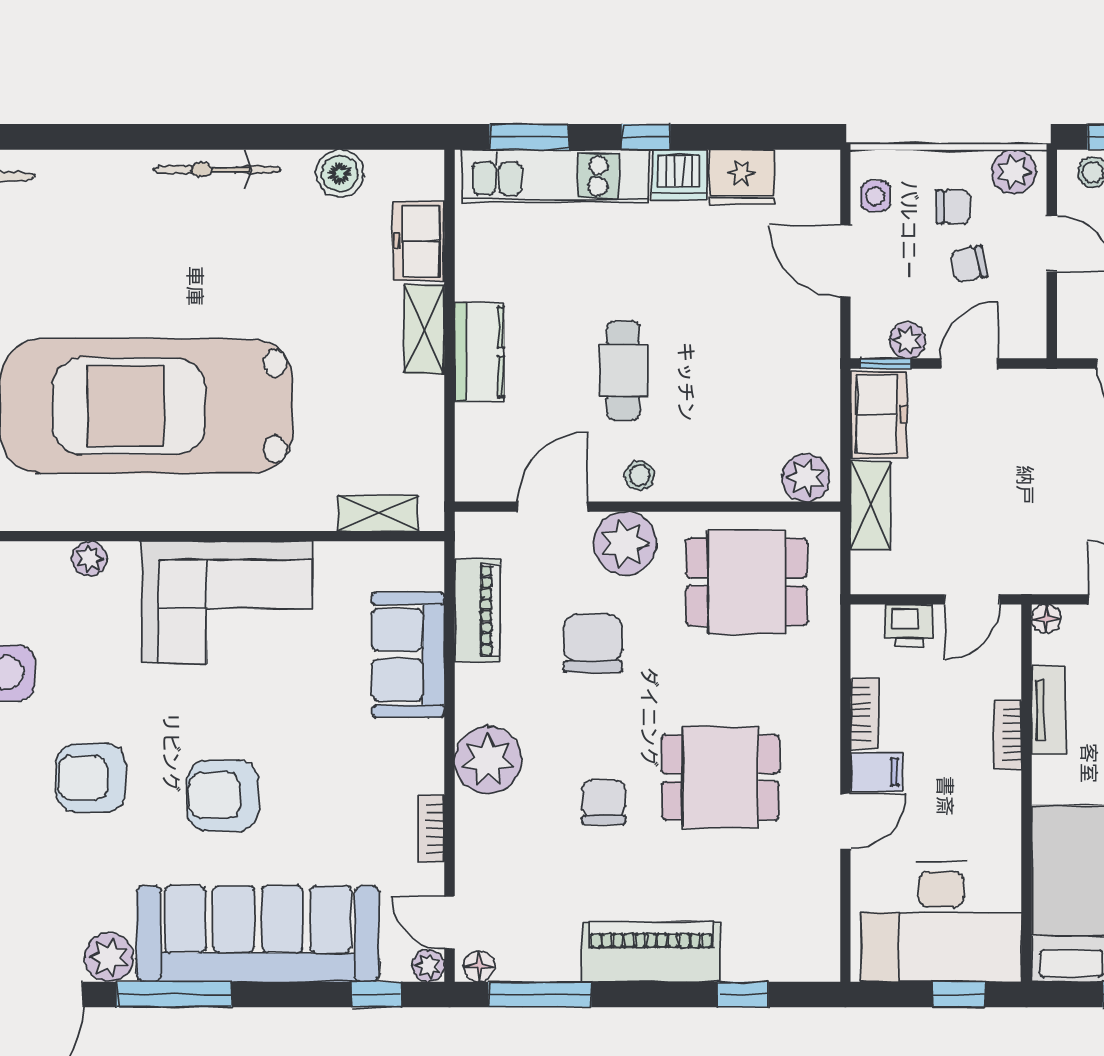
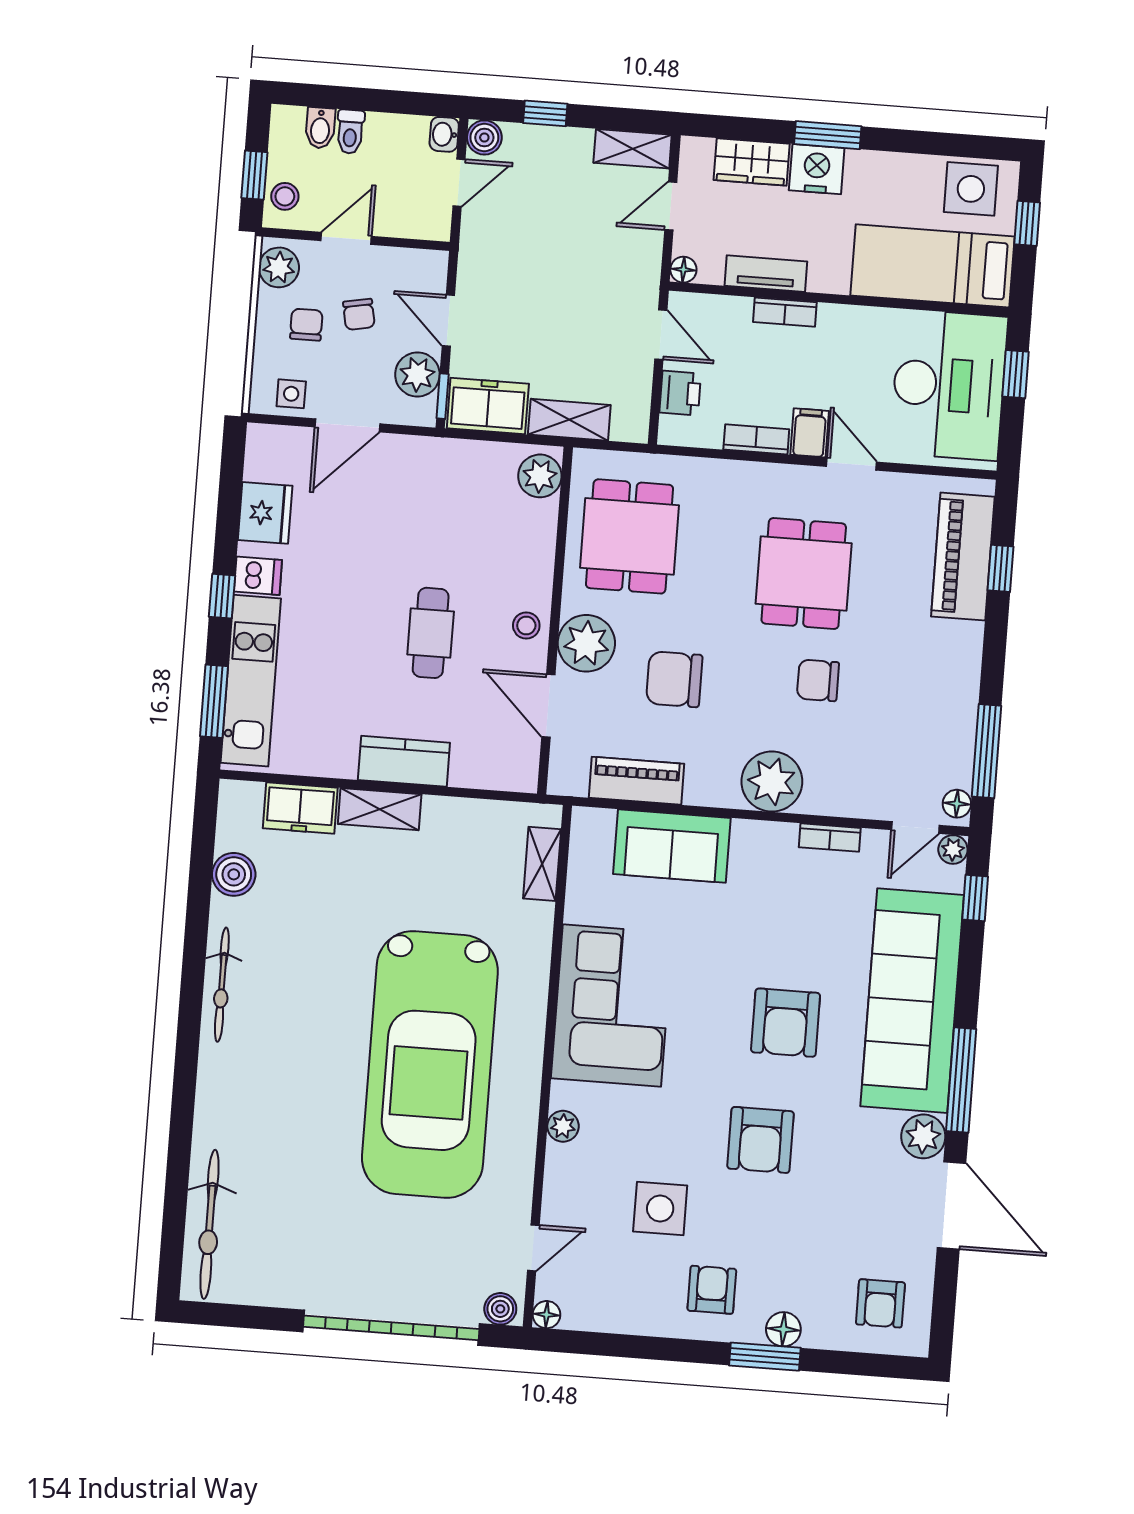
dishwasher: (679, 175) -> (258, 576), width x0.73
plant: (908, 341) -> (417, 375), width x1.38, depth x1.38
cafe table: (623, 370) -> (431, 633), turned 90
piano: (651, 952) -> (963, 557), moved

